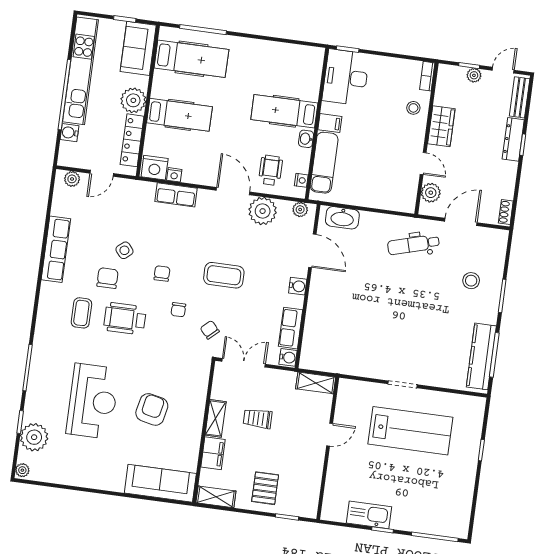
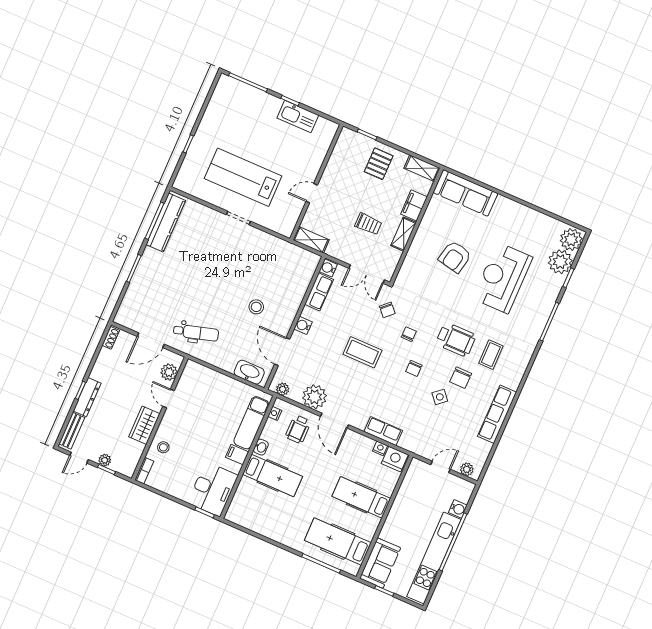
plant: (133, 100) -> (397, 521), removed
locker: (132, 140) -> (407, 487), removed
stool: (471, 281) -> (256, 307), moved
plant: (22, 470) -> (571, 240), width x1.88, depth x1.88

